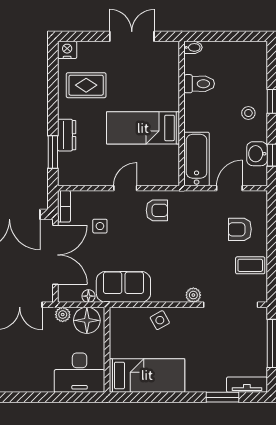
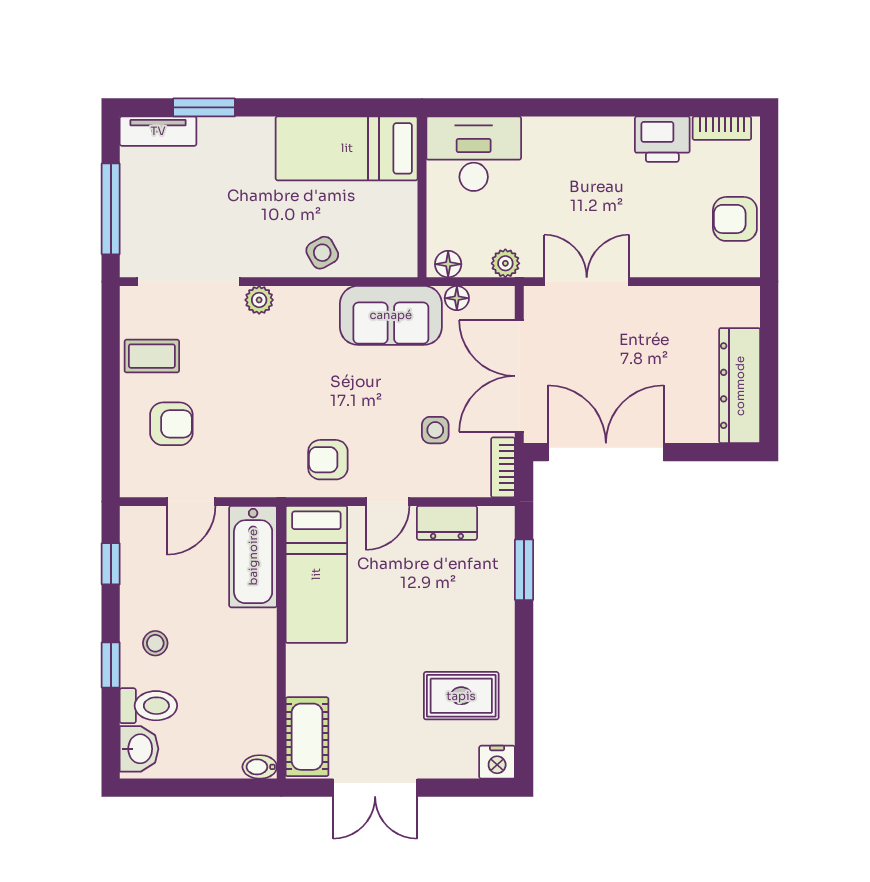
cot: (168, 63) -> (307, 737), added
toilet: (199, 84) -> (148, 706), moved, turned 180
bed: (143, 128) -> (316, 574), moved, turned 90
dresser: (67, 135) -> (447, 523), moved, turned -90
washbasin: (257, 154) -> (139, 749), moved
floor lamp: (87, 320) -> (448, 264), width x0.53, depth x0.53

